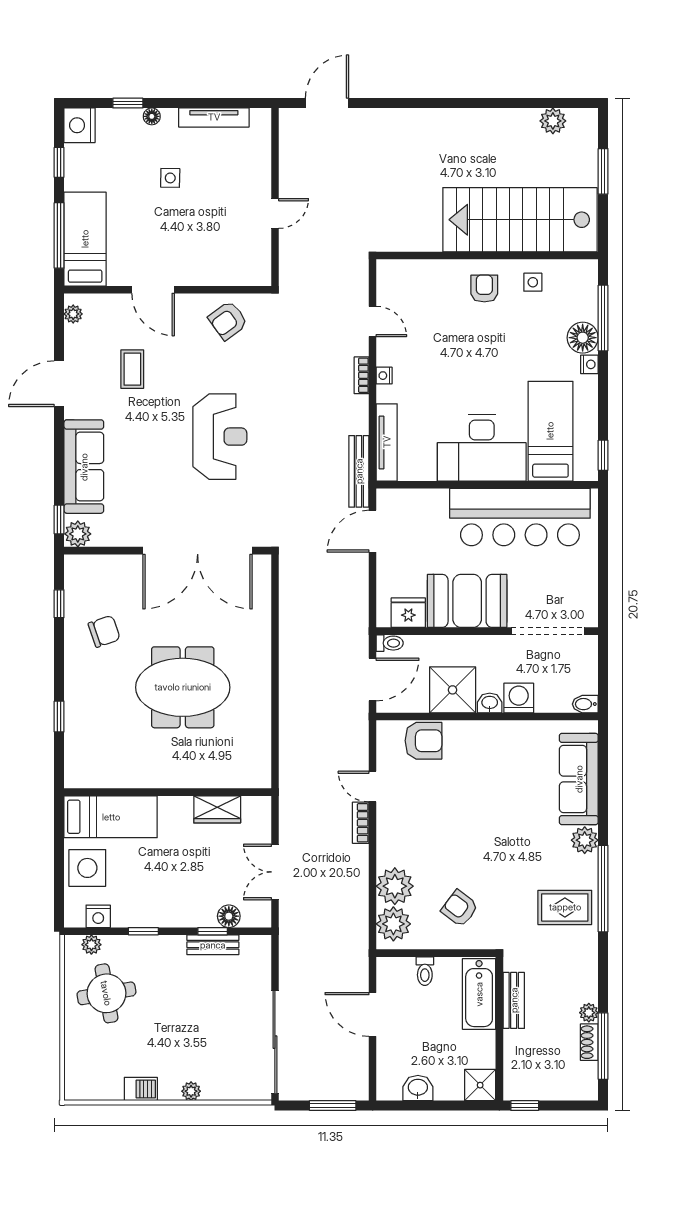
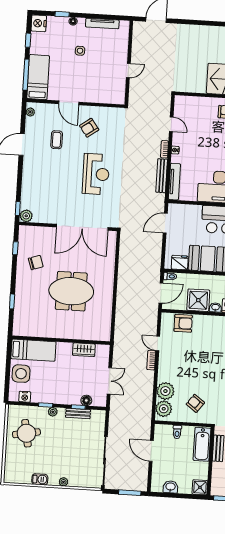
armchair: (228, 320) -> (89, 128), moved
sofa: (84, 467) -> (31, 184), removed
bench: (359, 471) -> (162, 176), moved
double door: (275, 872) -> (109, 381), swing flipped
plant: (91, 945) -> (53, 412), moved

